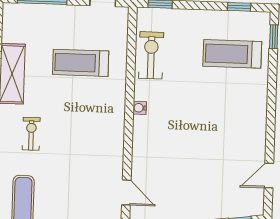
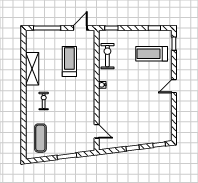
treadmill: (81, 63) -> (69, 61), turned 90
door: (269, 176) -> (174, 86), moved

